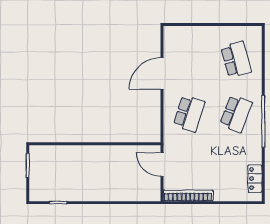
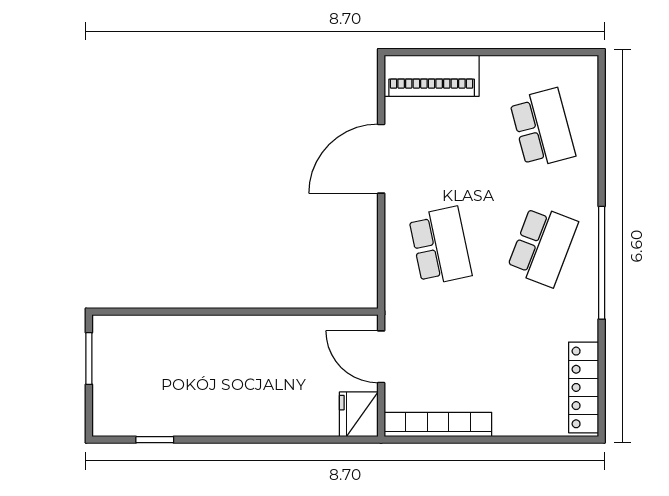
piano: (185, 35) -> (432, 76), added
school desk: (189, 114) -> (440, 246), turned -30
locker: (255, 179) -> (584, 387), width x1.53
fridge: (152, 191) -> (359, 414), added

